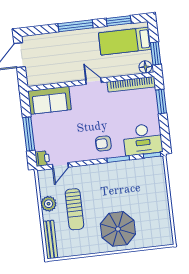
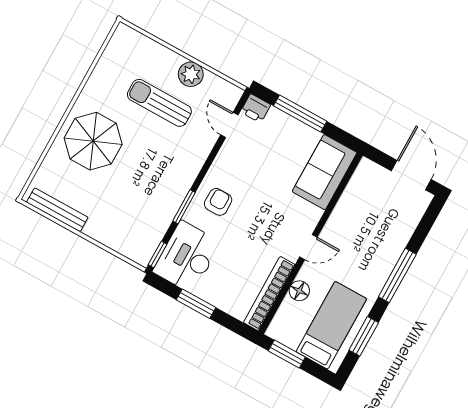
floor lamp: (145, 67) -> (299, 291), moved
window: (161, 101) -> (196, 304), moved
bench: (50, 240) -> (57, 210), moved

